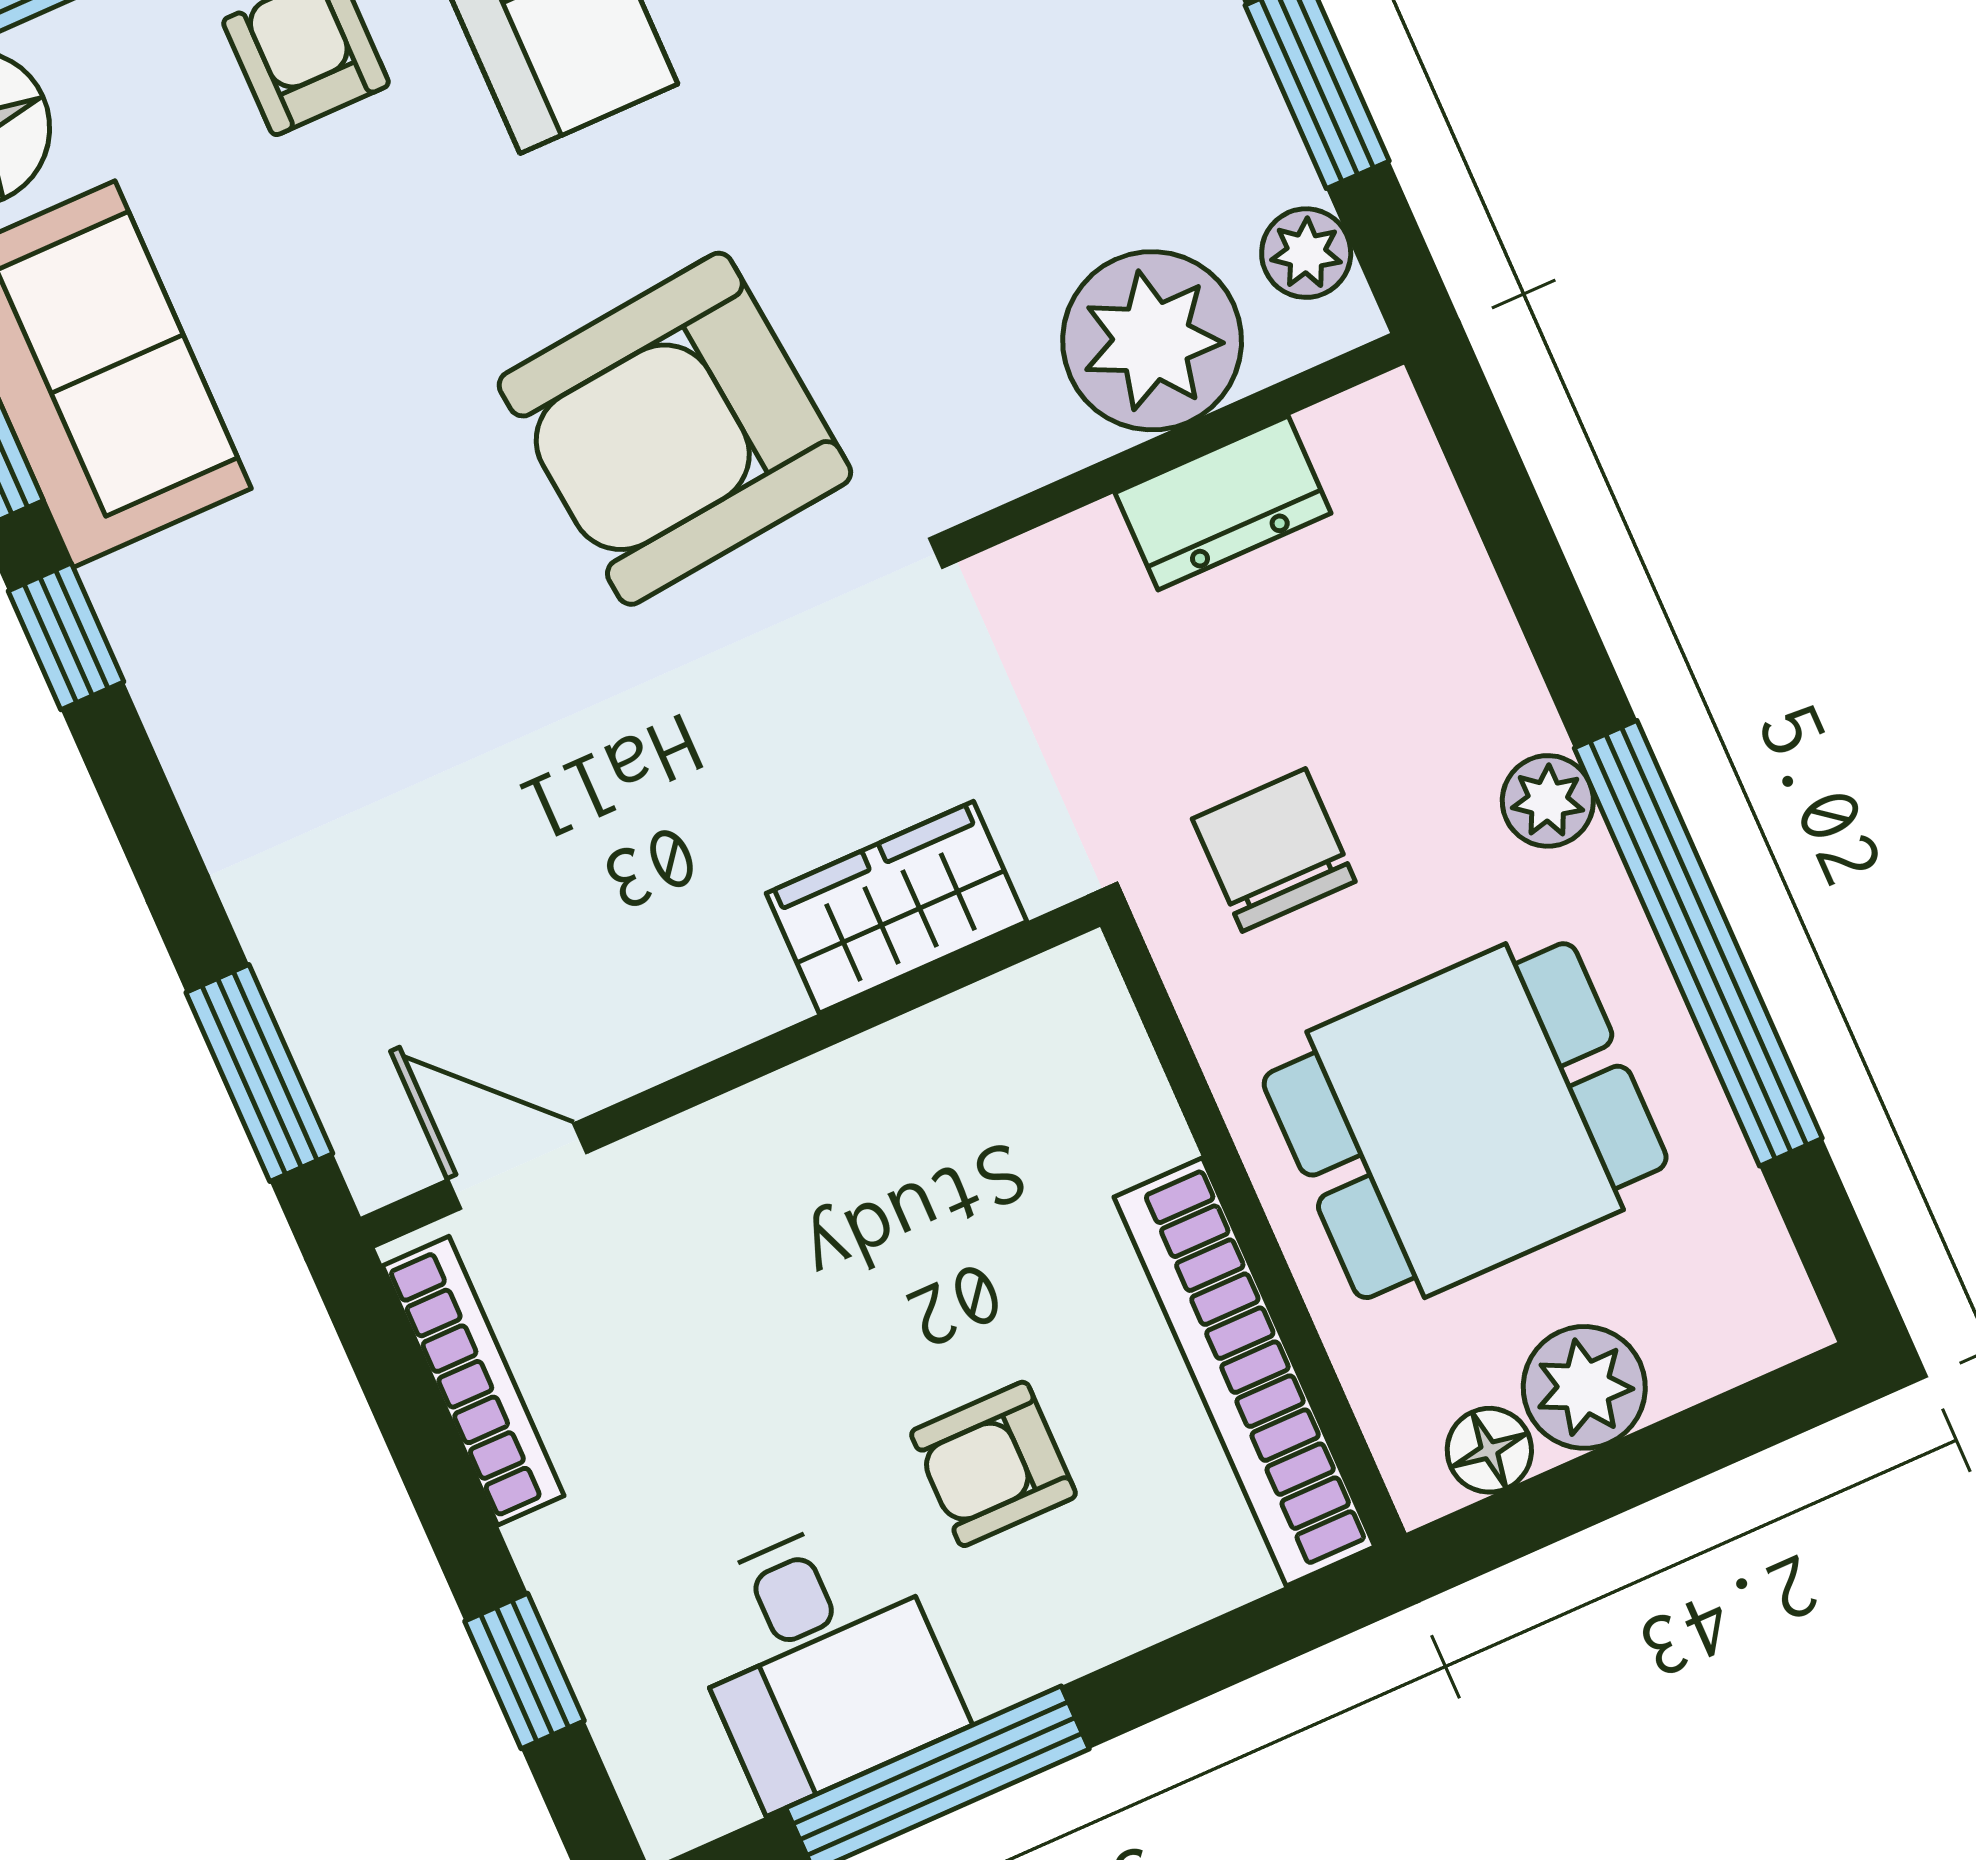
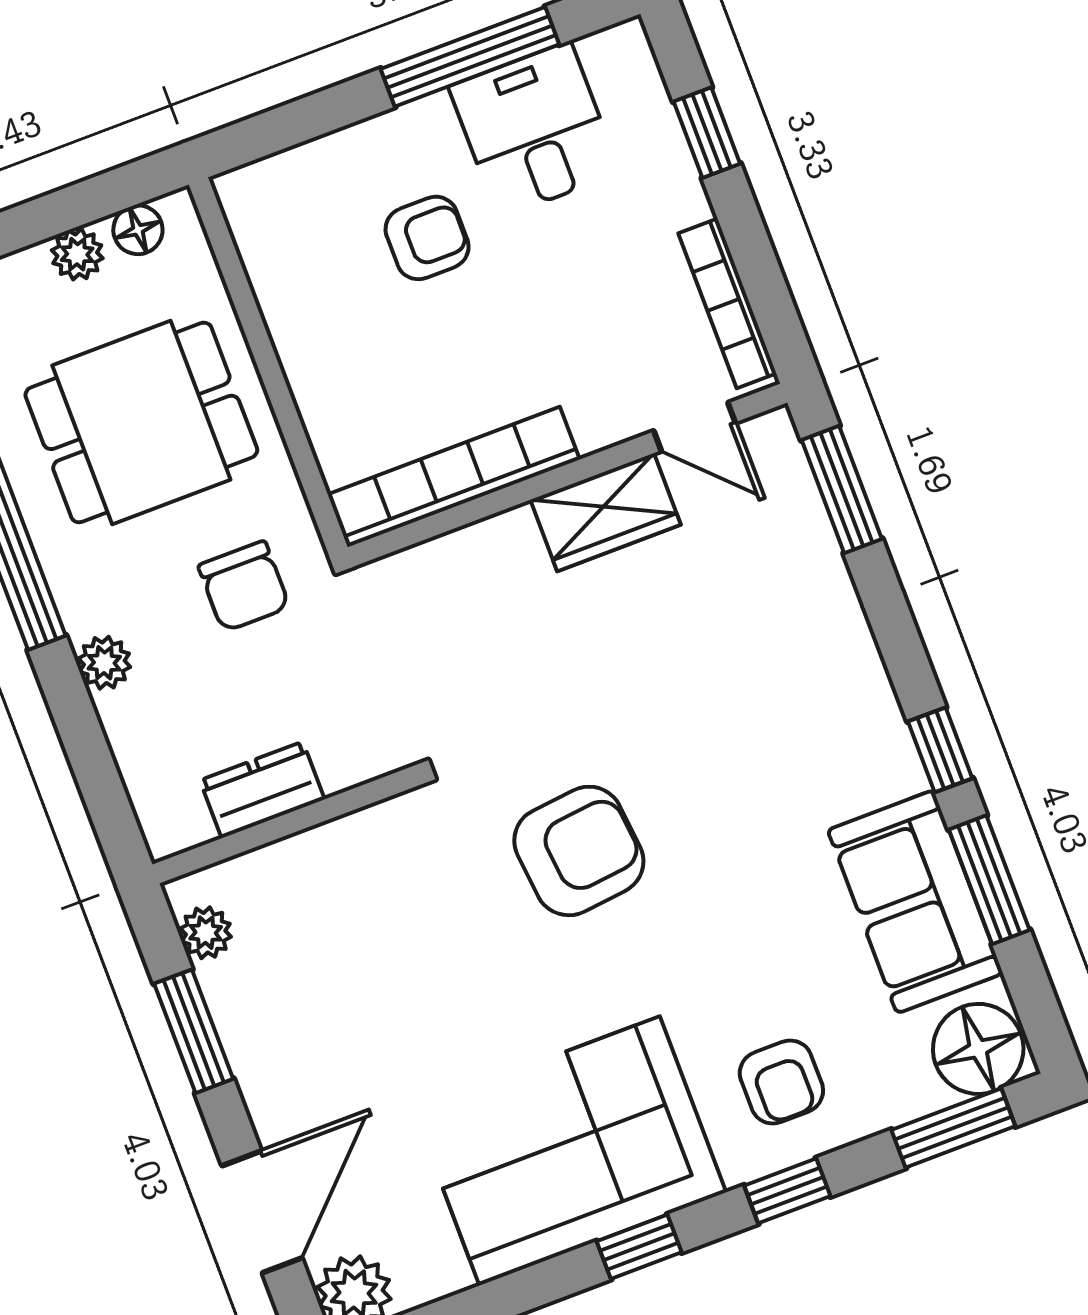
plant: (1152, 341) -> (298, 887), removed
armchair: (675, 429) -> (579, 851), width x0.73, depth x0.73
plant: (1548, 801) -> (104, 663), moved
wardrobe: (896, 907) -> (606, 512), moved
bookcase: (1244, 1372) -> (454, 477), moved, turned -90
plant: (1584, 1387) -> (77, 254), width x0.73, depth x0.73

